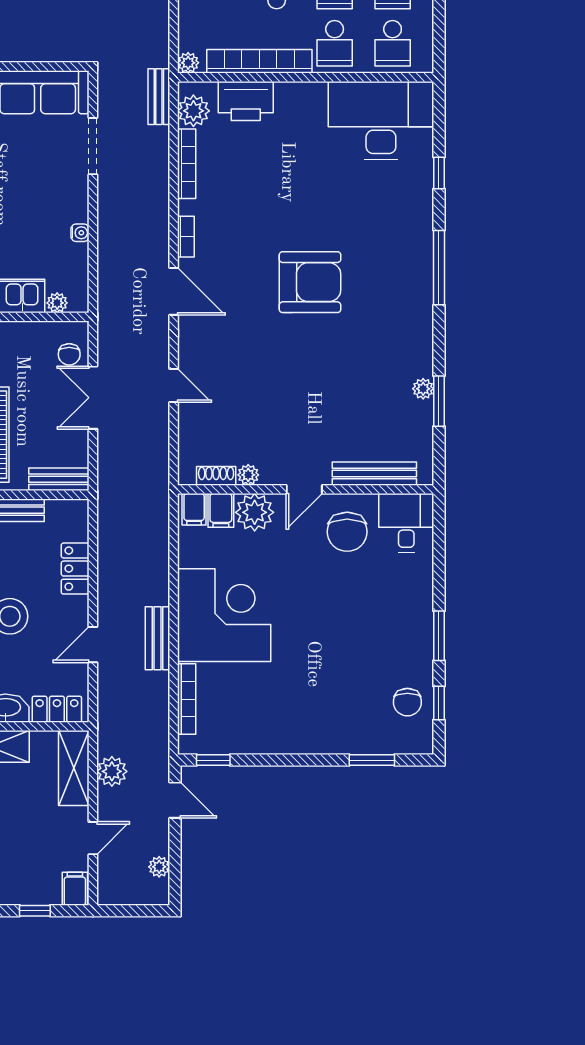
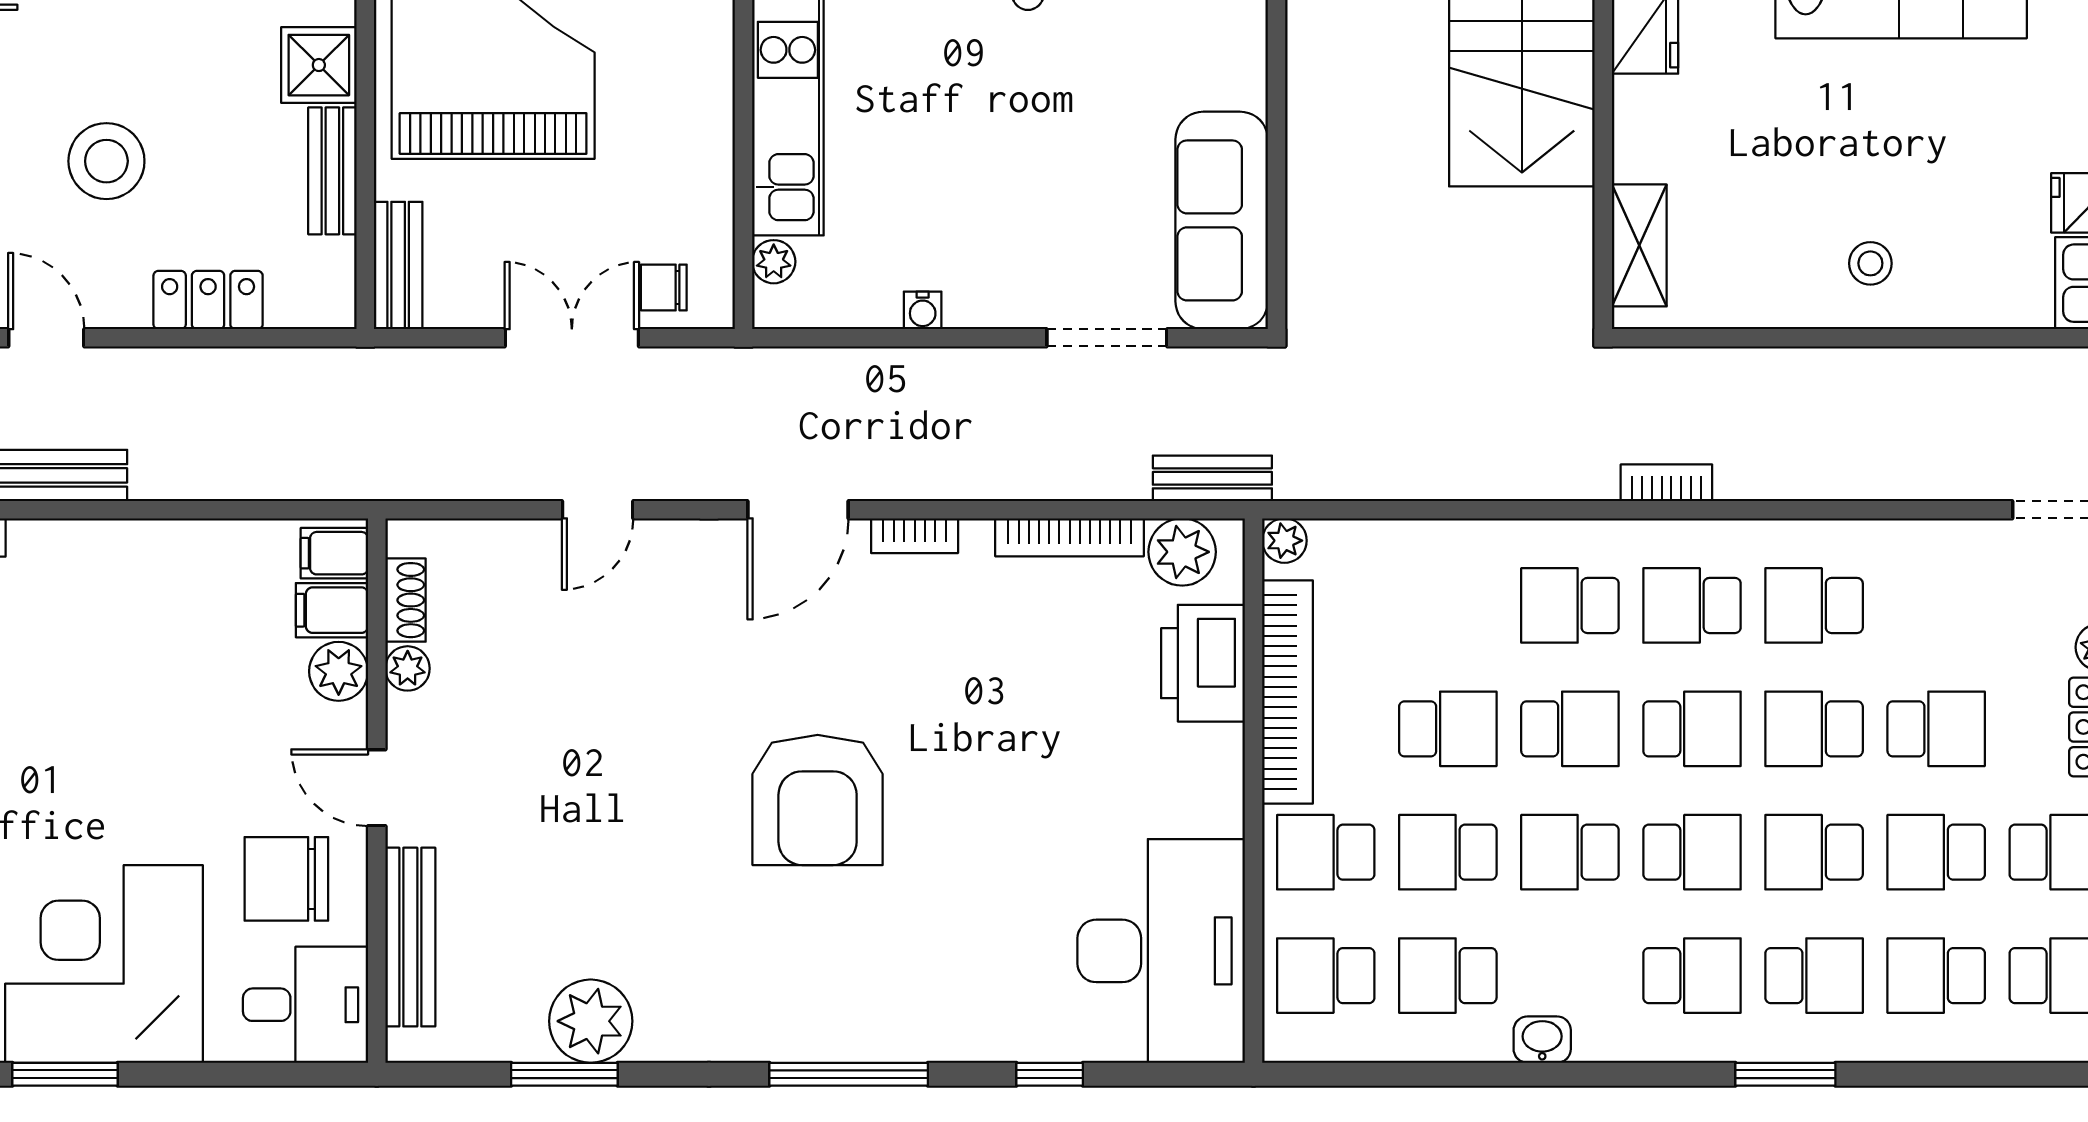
plant: (423, 389) -> (591, 1021), width x1.88, depth x1.88
plant: (255, 512) -> (339, 671), width x0.73, depth x0.73
corner desk: (224, 615) -> (104, 964), moved, turned 180

